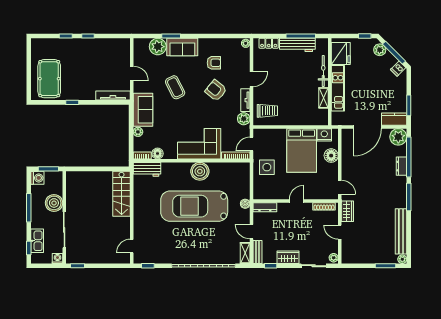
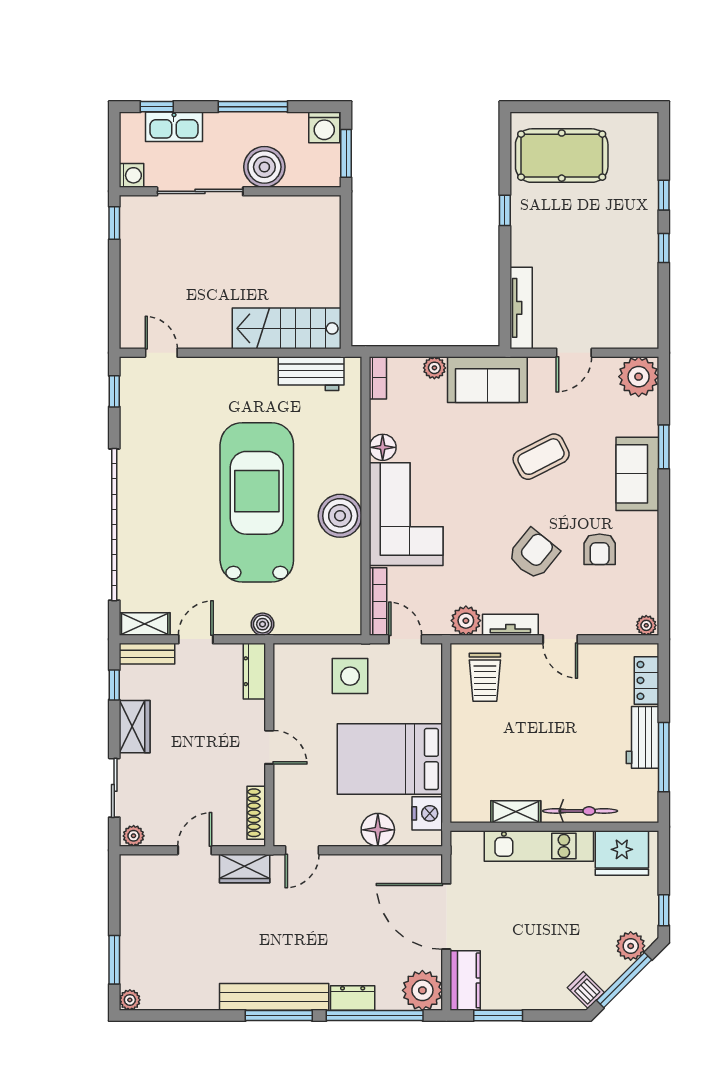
workbench: (297, 45) -> (642, 737), width x0.73
plant: (158, 47) -> (639, 377), moved
floor lamp: (158, 153) -> (383, 447), moved
workbench: (147, 169) -> (311, 374), moved, turned -90
bench: (401, 231) -> (274, 997), moved

